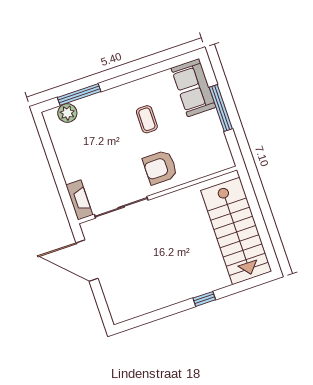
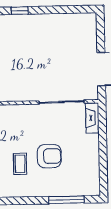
plant: (67, 113) -> (80, 188), removed
armchair: (160, 167) -> (49, 156), moved

